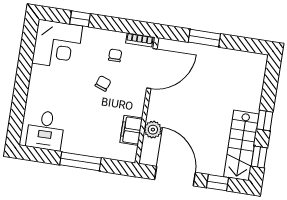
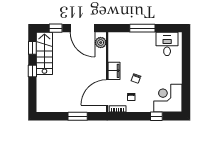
filing cabinet: (131, 130) -> (114, 71), moved
plant: (153, 130) -> (101, 43), moved

